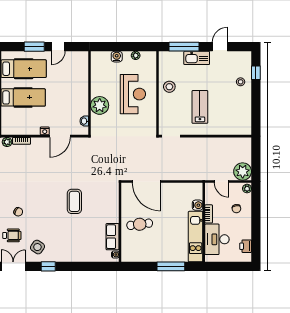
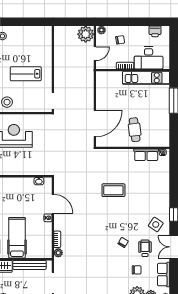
plant: (100, 105) -> (24, 167), removed
water cooler: (198, 205) -> (117, 76), removed

